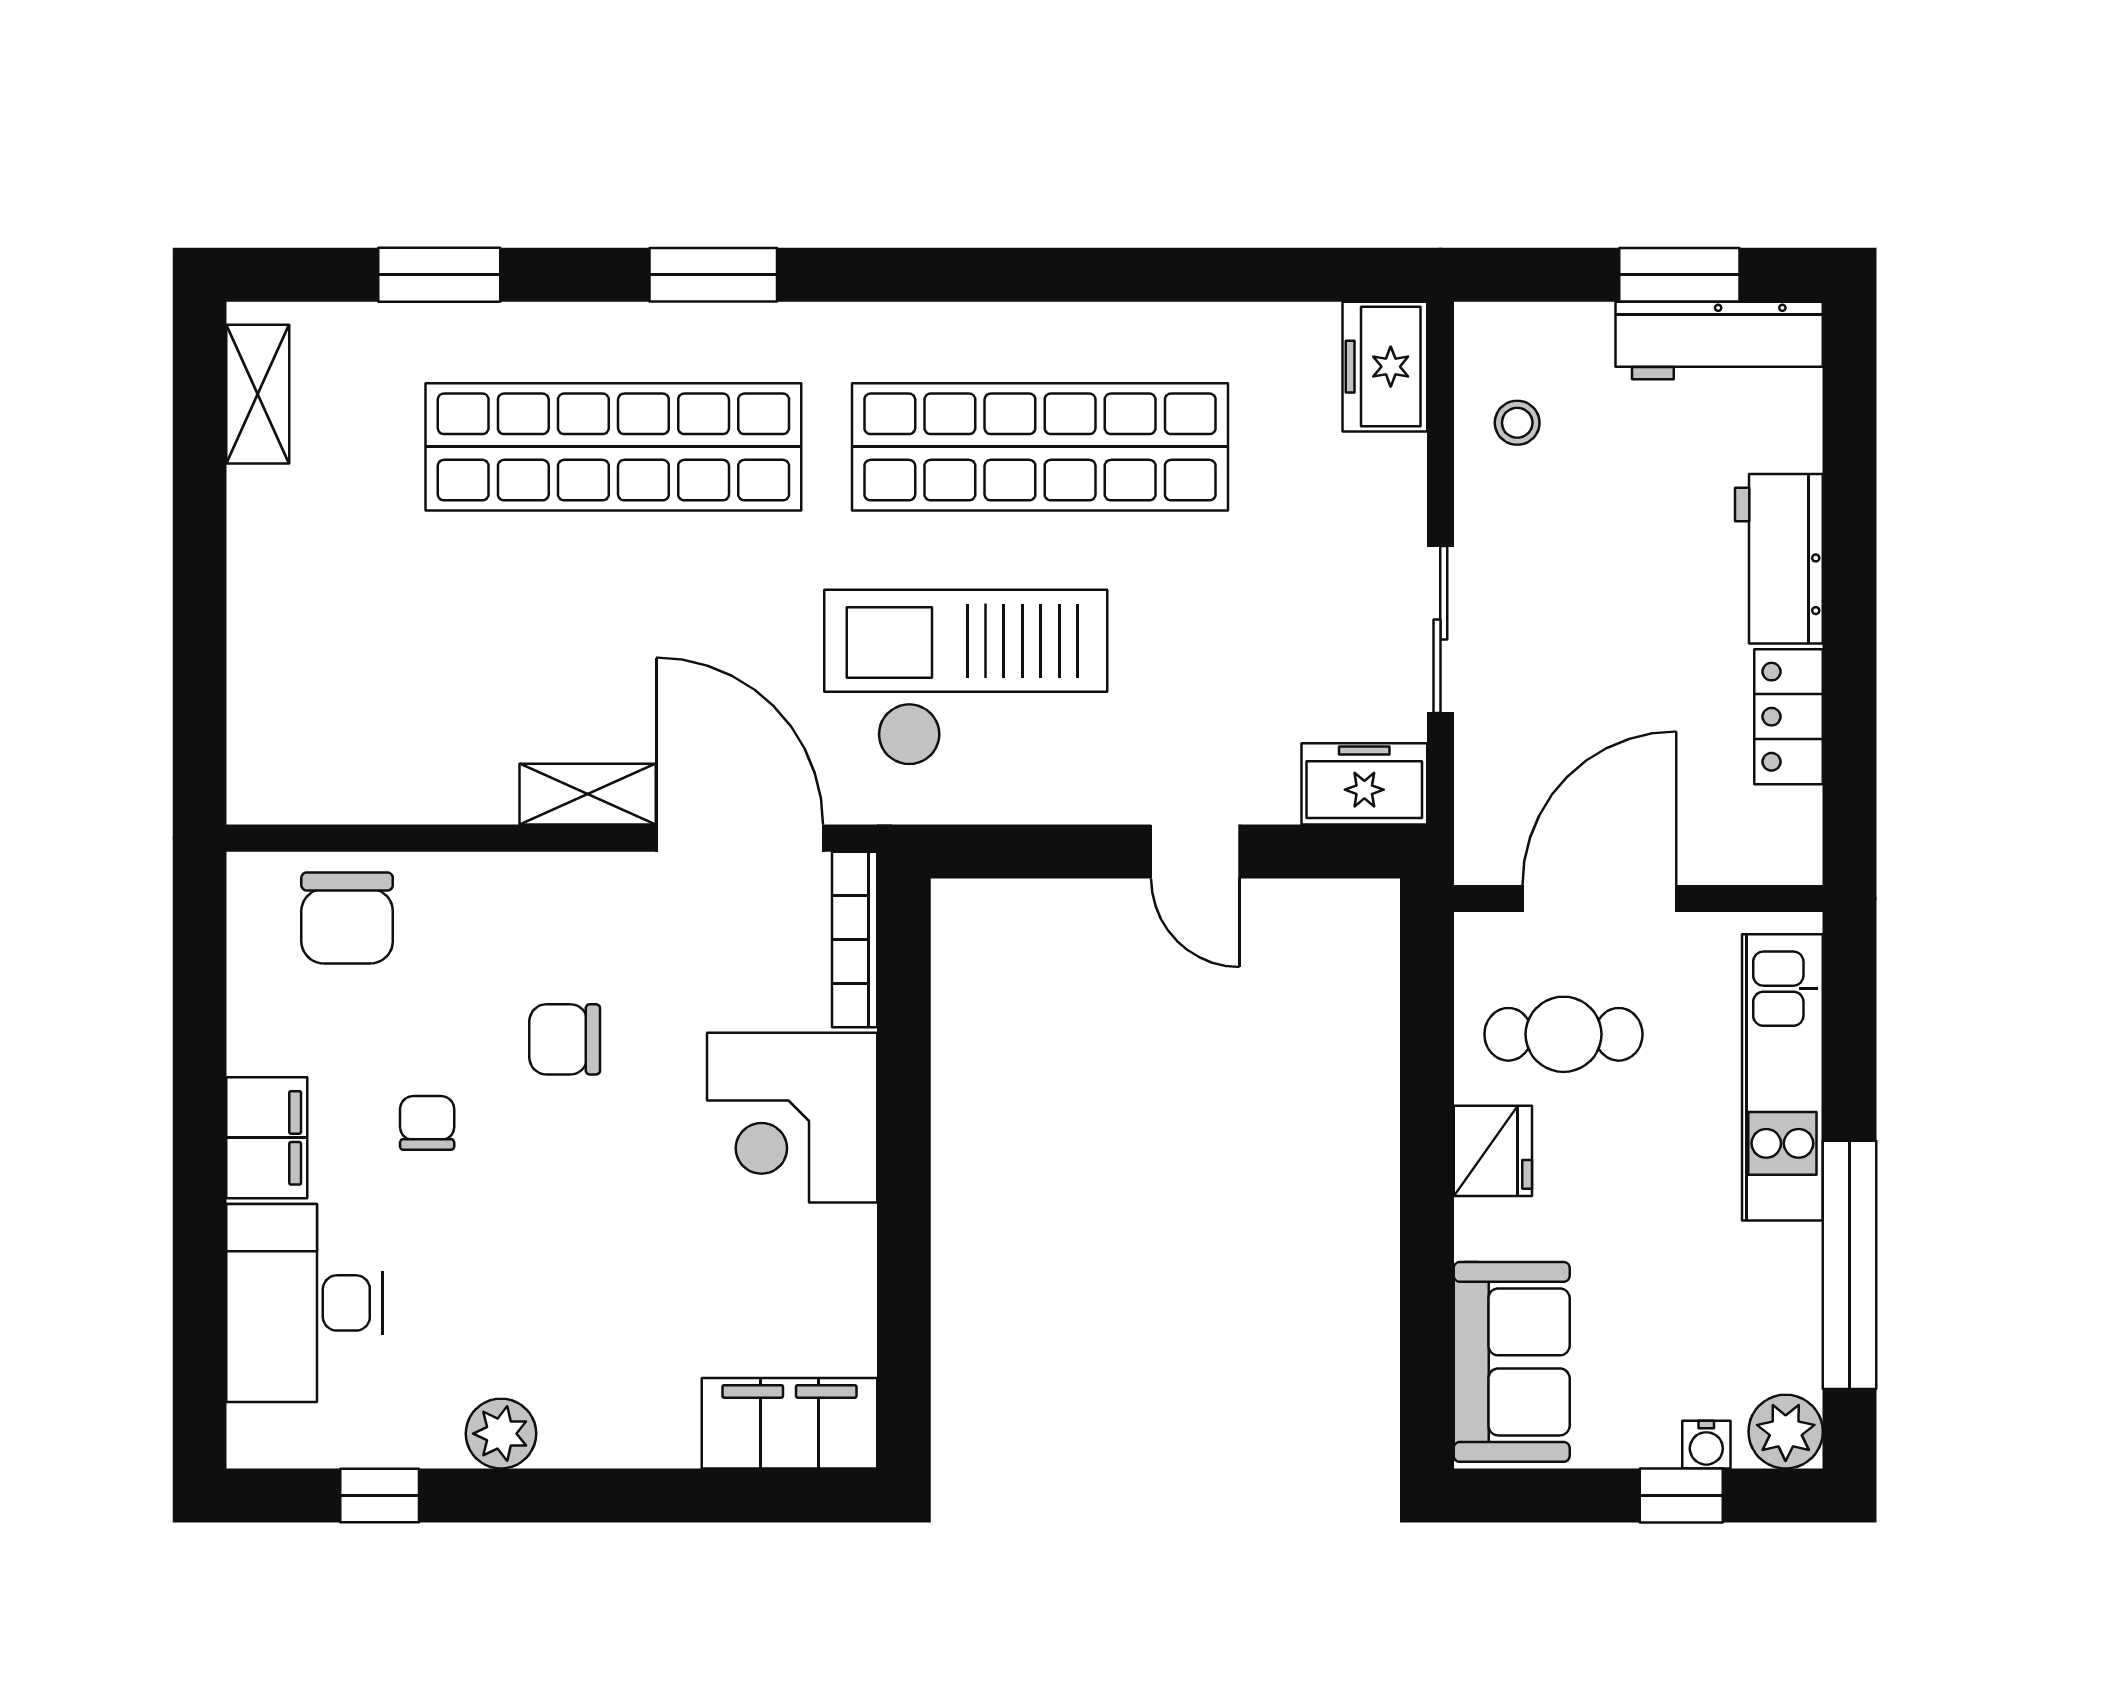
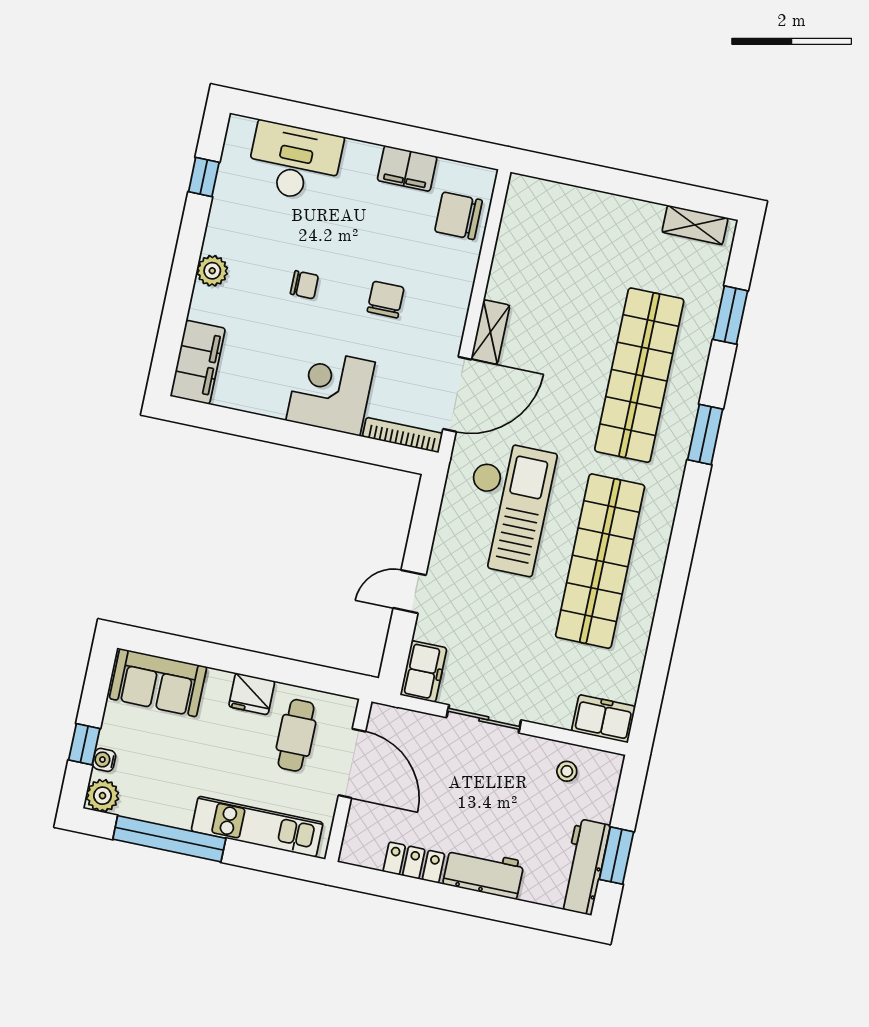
chair: (427, 1123) -> (304, 285), moved
filing cabinet: (267, 1138) -> (407, 168), moved
plant: (501, 1434) -> (212, 271), moved

